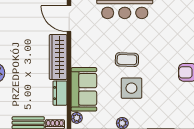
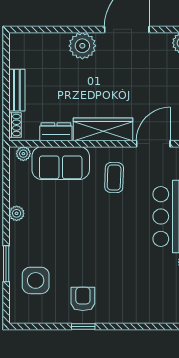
coffee table: (127, 60) -> (114, 178), moved
side table: (131, 88) -> (36, 280), moved

